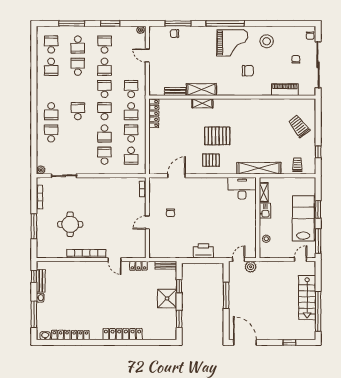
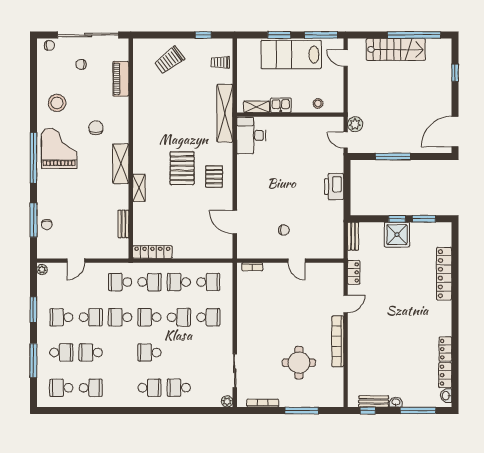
shelving: (201, 90) -> (121, 164), moved
school desk: (104, 156) -> (208, 317), turned 180
window: (179, 286) -> (397, 219), moved
locker: (123, 334) -> (444, 274), moved

